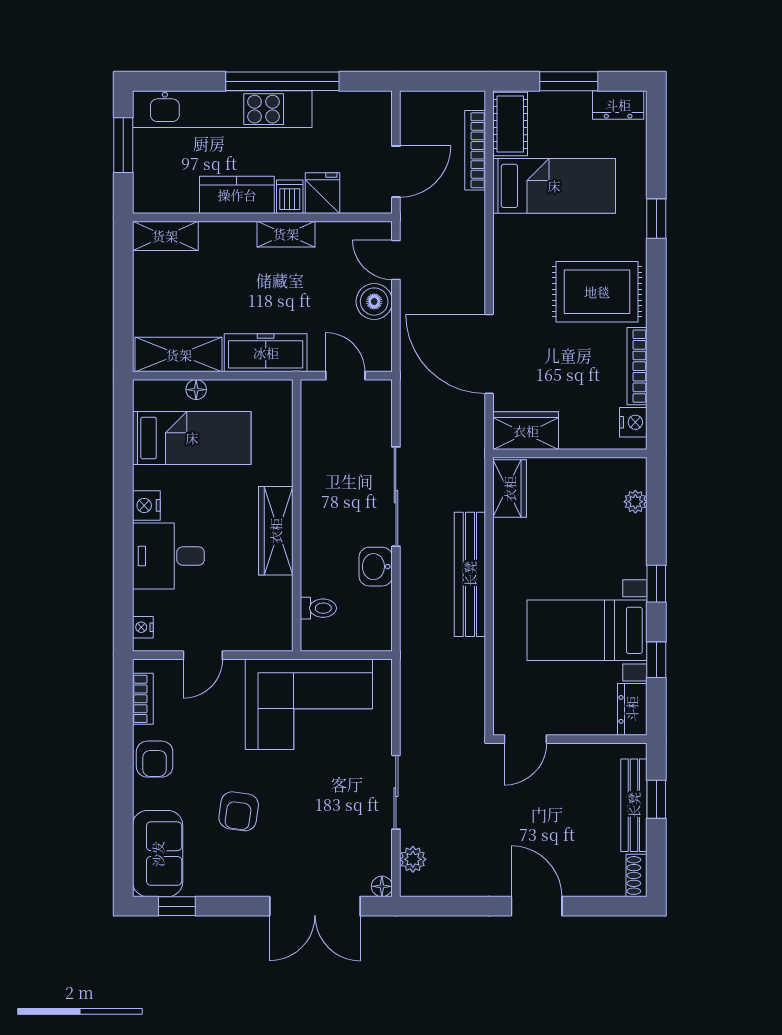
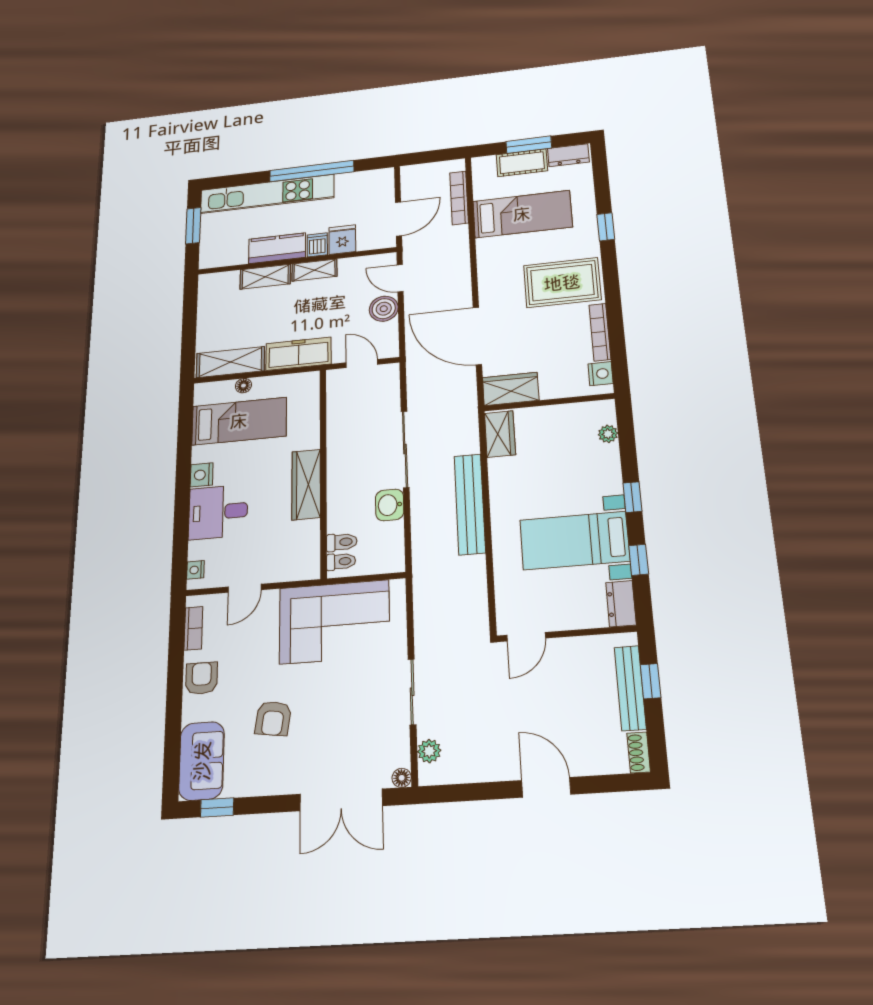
cot: (510, 124) -> (522, 163), moved, turned 90
shelving: (165, 236) -> (265, 277), moved
toilet: (317, 632) -> (341, 562), added
armchair: (155, 759) -> (202, 678), turned 180

